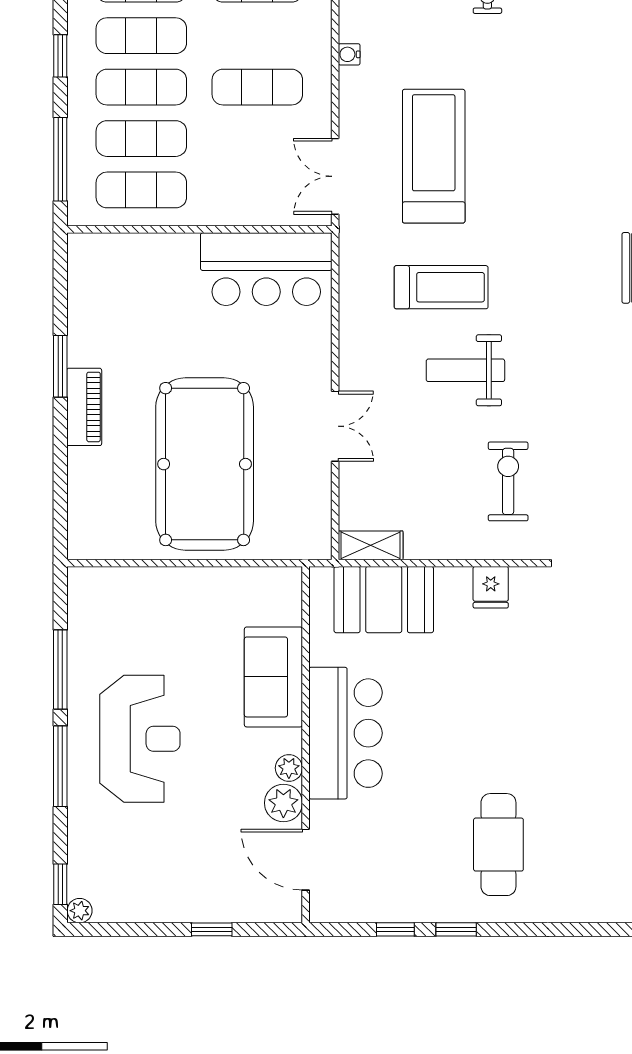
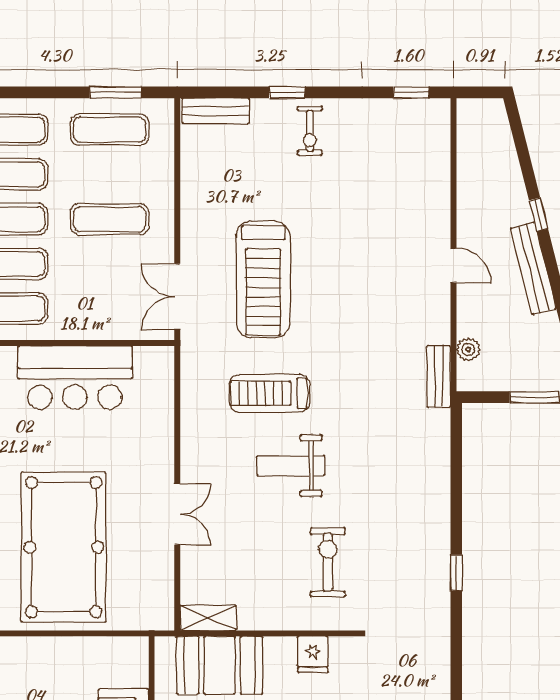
water cooler: (349, 54) -> (190, 191), removed
treadmill: (434, 156) -> (263, 279), turned 180
bar counter: (266, 269) -> (75, 378), moved
treadmill: (441, 287) -> (270, 393), turned 180

